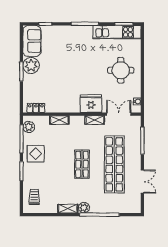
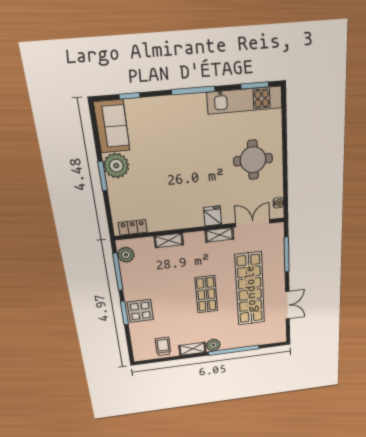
fridge: (91, 104) -> (213, 216), width x0.53, depth x0.75
display table: (36, 154) -> (140, 311), moved
trolley: (34, 197) -> (163, 346), moved

